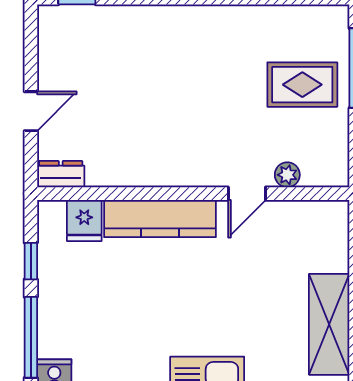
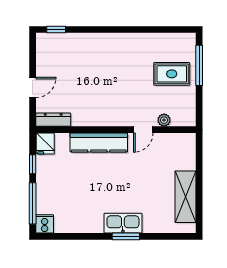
dresser: (61, 174) -> (53, 120), width x1.44
fridge: (84, 221) -> (45, 144), moved

